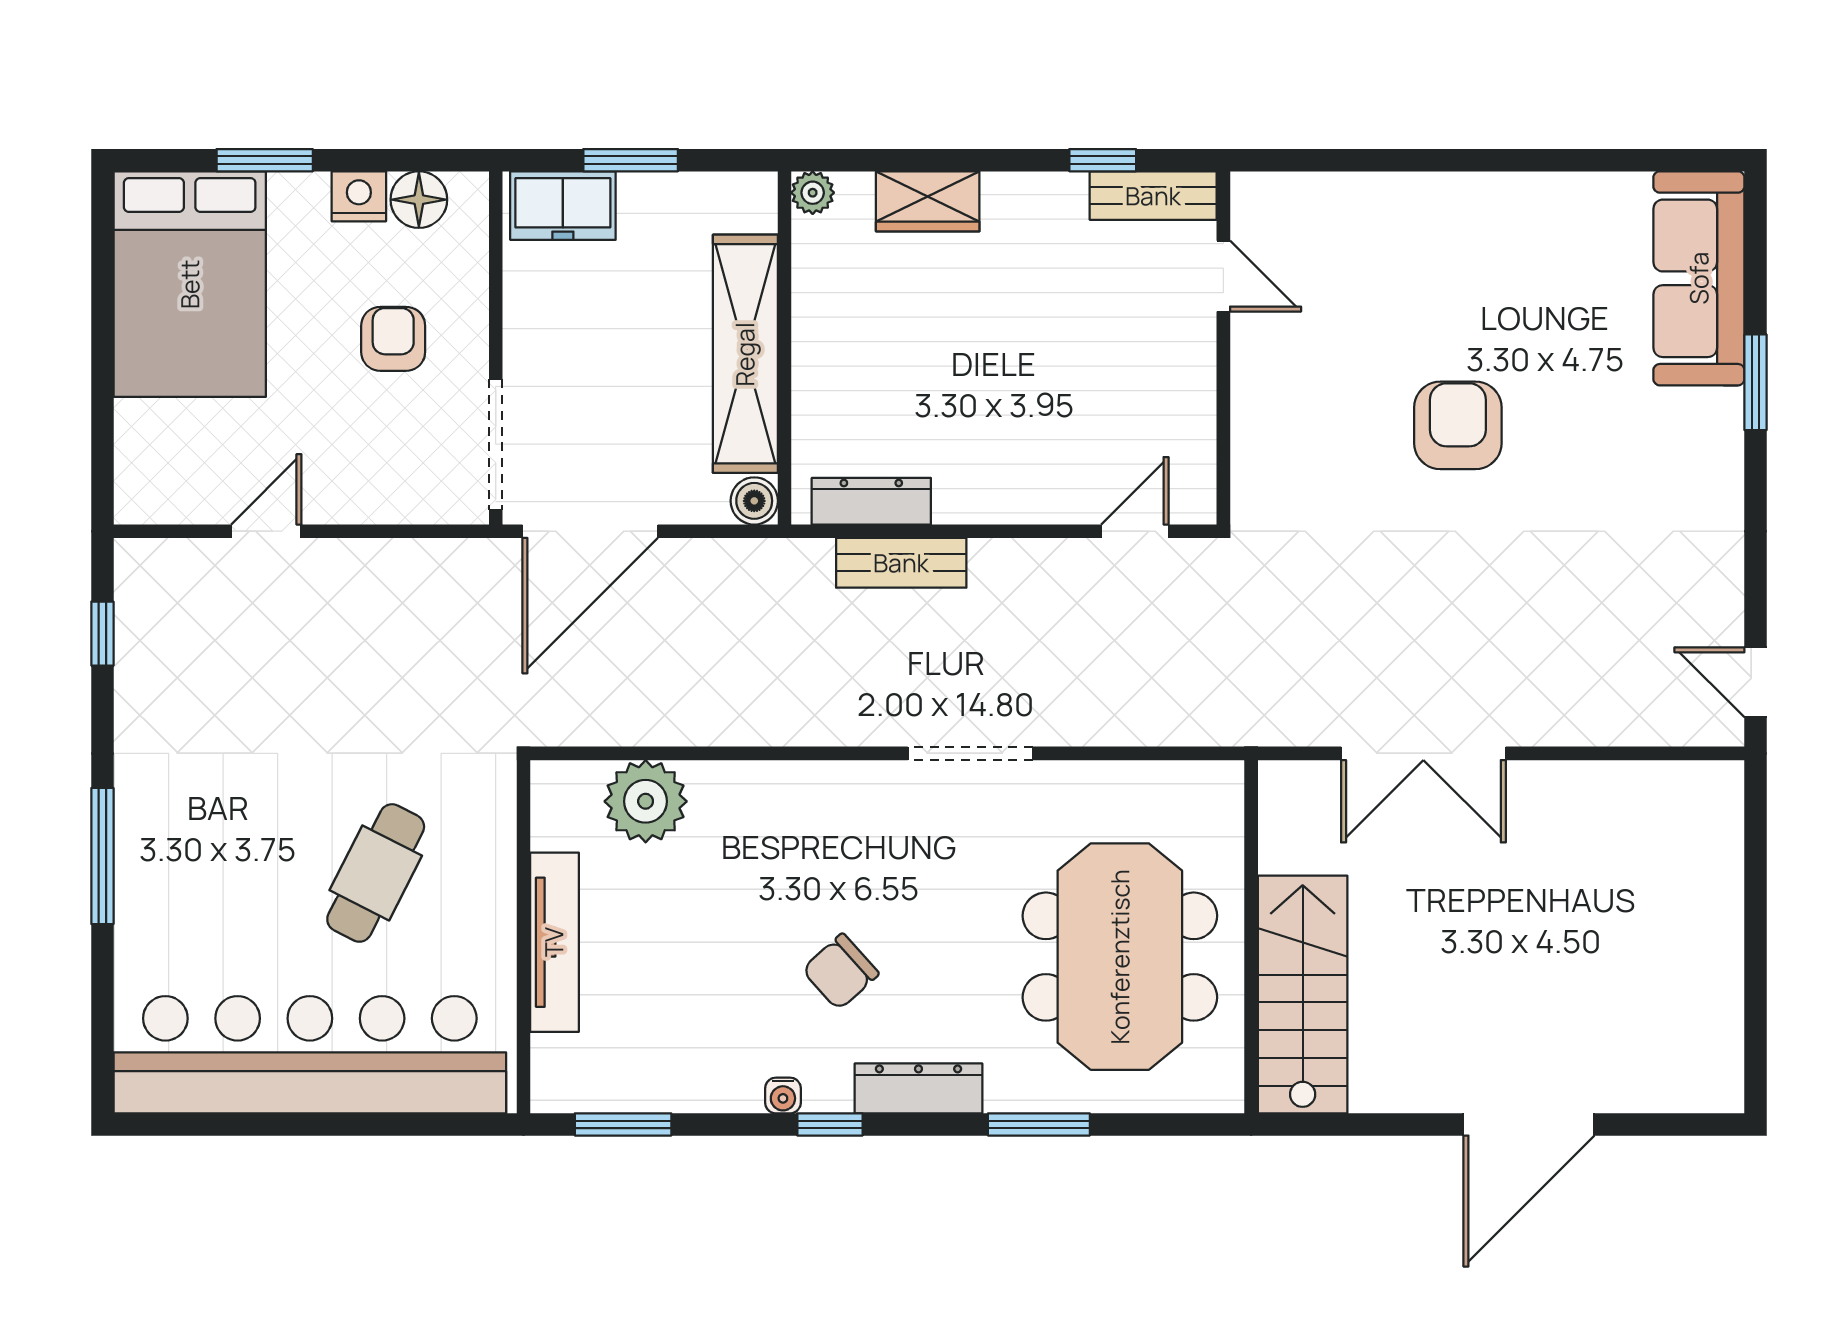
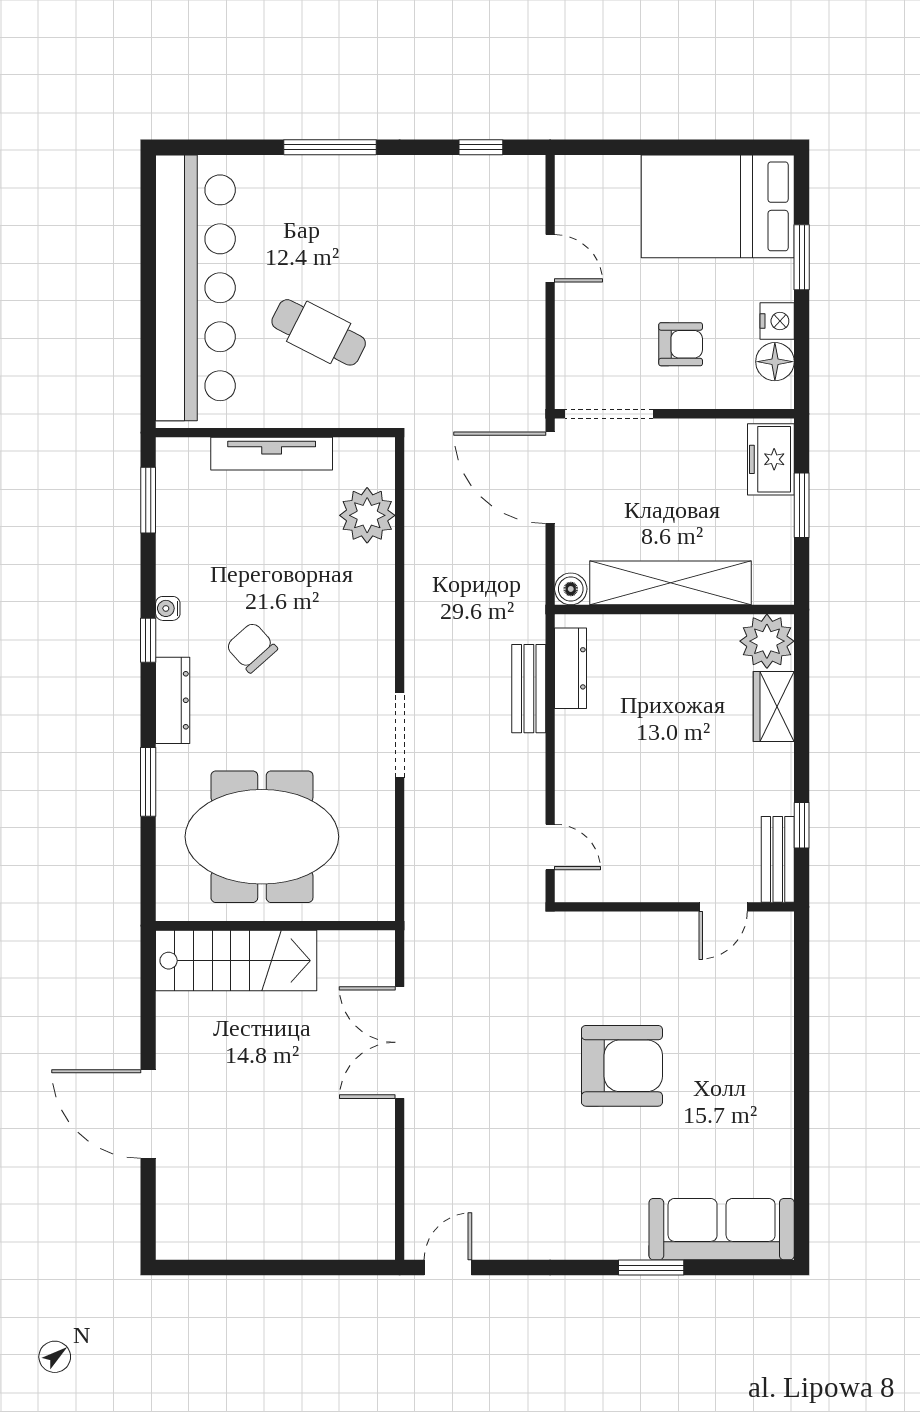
plant: (813, 193) -> (767, 641), width x1.87, depth x1.87
armchair: (1458, 425) -> (622, 1066), width x1.36, depth x1.36

